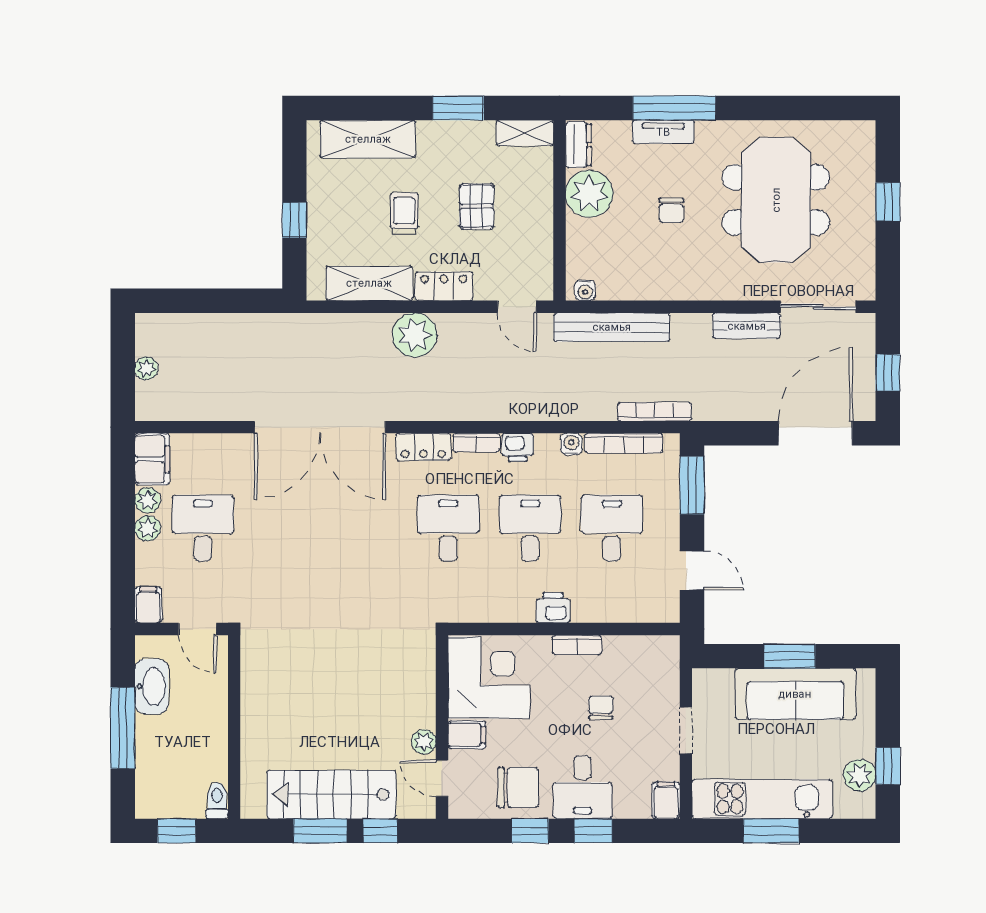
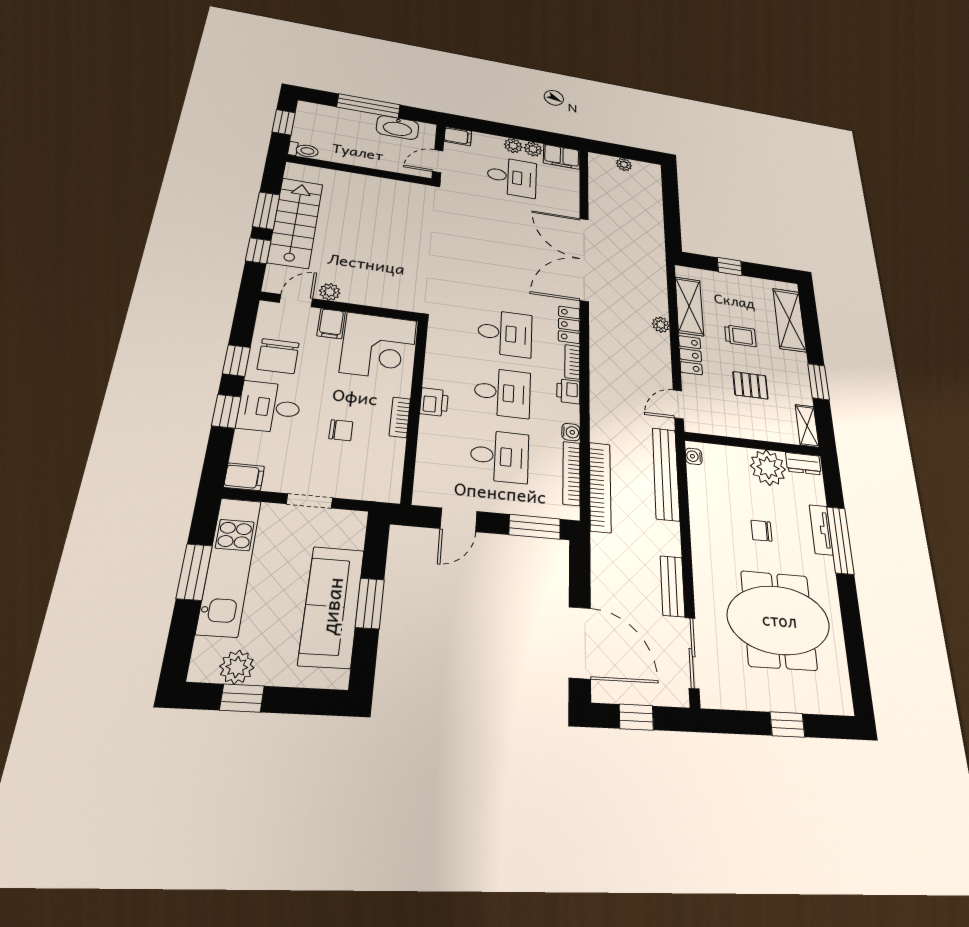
plant: (415, 335) -> (661, 325), width x0.53, depth x0.53
bookcase: (654, 412) -> (600, 487), width x1.48, depth x1.31

